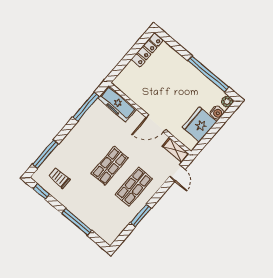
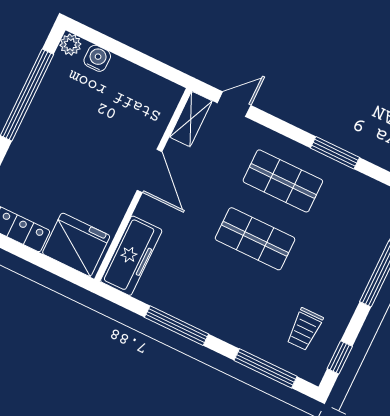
window: (86, 107) -> (177, 326), moved
fridge: (200, 124) -> (76, 245), moved, turned 180

